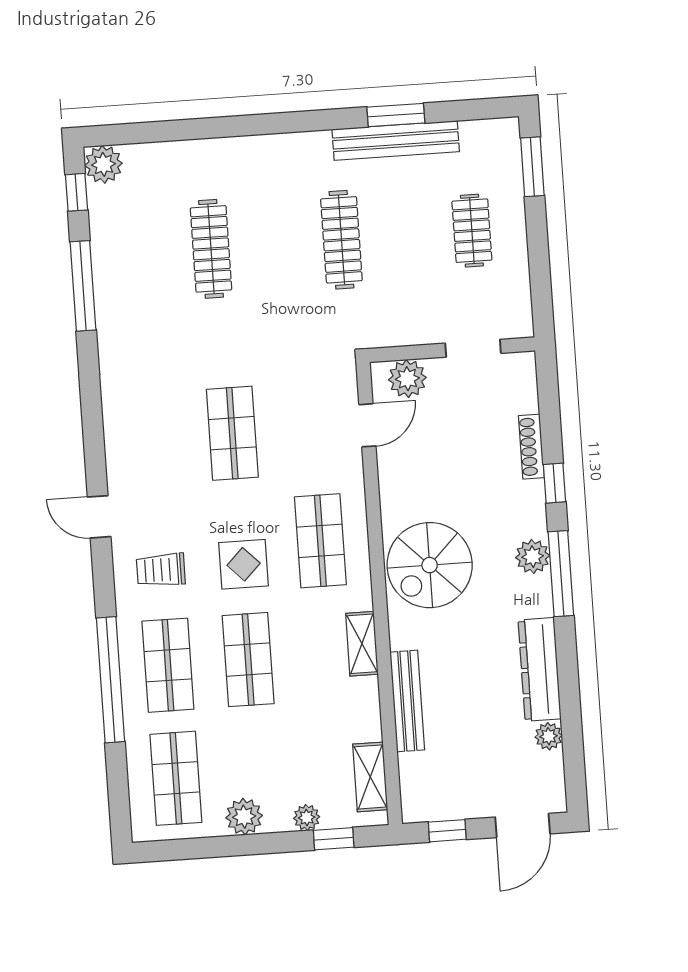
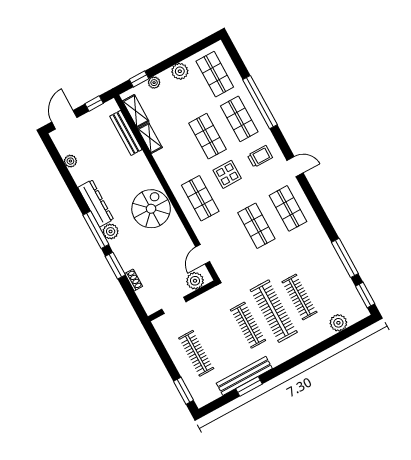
plant: (103, 164) -> (338, 323), moved
window: (76, 192) -> (365, 295), width x1.50
clothes rail: (472, 231) -> (196, 353), width x1.36
clothes rail: (276, 244) -> (274, 311), added
shop shelf: (152, 439) -> (288, 208), added
shoe rack: (531, 447) -> (134, 280), width x0.70
window: (555, 483) -> (115, 266), width x1.50
shelving: (362, 644) -> (150, 138), moved
dresser: (540, 669) -> (96, 203), moved
bench: (407, 701) -> (126, 133), moved

